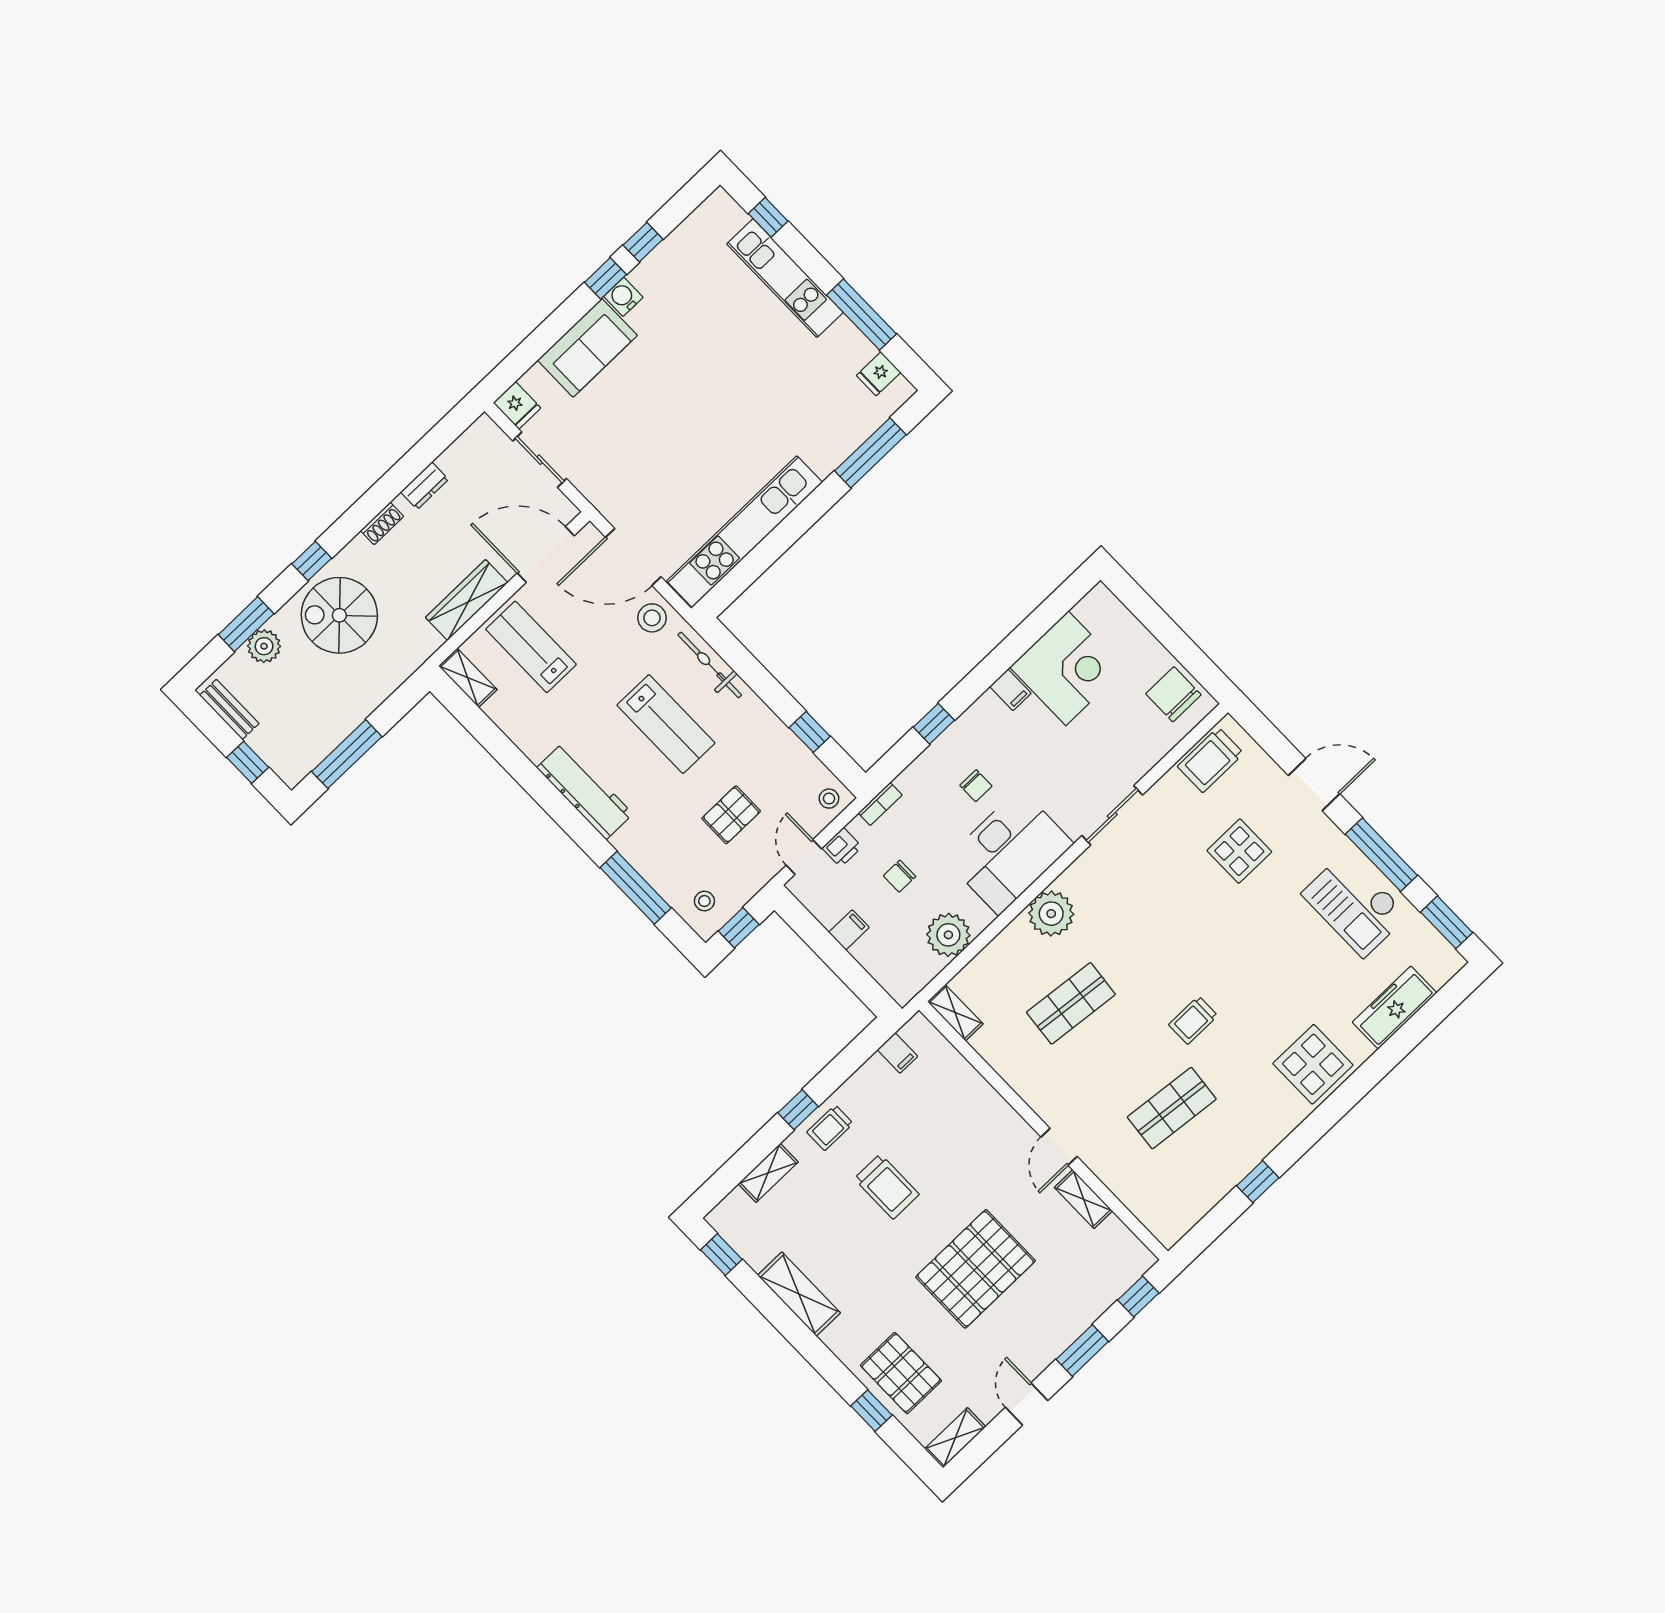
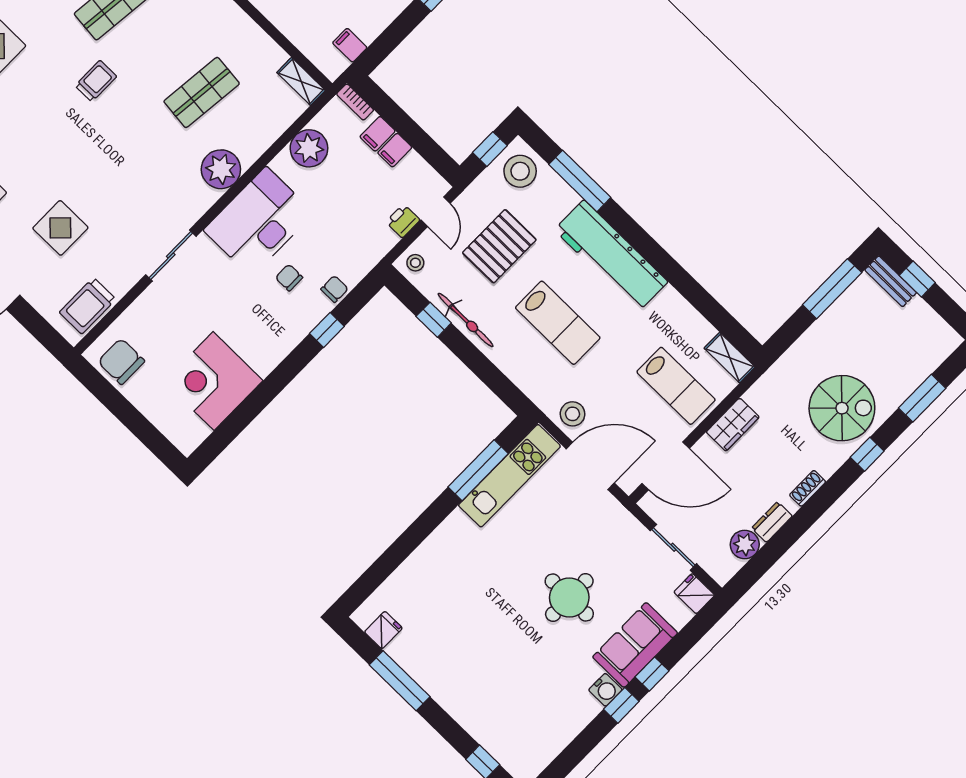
window: (643, 242) -> (652, 674), moved
kitchen unit: (785, 278) -> (467, 710), removed
round table: (662, 405) -> (569, 597), added
window: (870, 453) -> (478, 470), moved
kitchen unit: (745, 532) -> (509, 476), width x0.73
wardrobe: (467, 600) -> (733, 425), width x0.67
plant: (264, 646) -> (745, 544), moved
bicycle: (710, 665) -> (466, 320), moved
filing cabinet: (1010, 690) -> (378, 134), moved, turned -90
chair: (1173, 694) -> (121, 361), turned 180
bench: (229, 709) -> (891, 281), moved
lab bench: (666, 724) -> (558, 323), turned 180
trolley: (1210, 760) -> (88, 306), turned 180
workbench: (585, 791) -> (611, 256), width x1.36, depth x1.32
bookcase: (880, 804) -> (355, 102), moved, turned -90
pallet: (731, 815) -> (499, 246), width x1.50, depth x1.42
chair: (899, 876) -> (334, 289), moved
stool: (704, 901) -> (520, 171), width x1.89, depth x1.89

